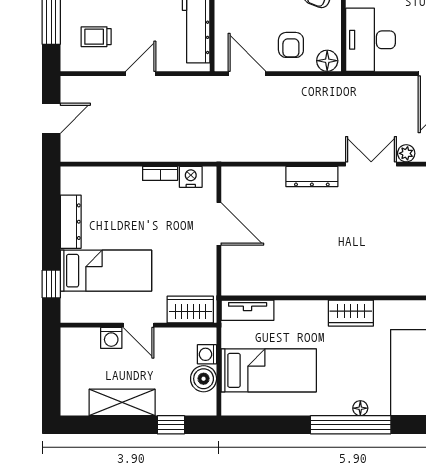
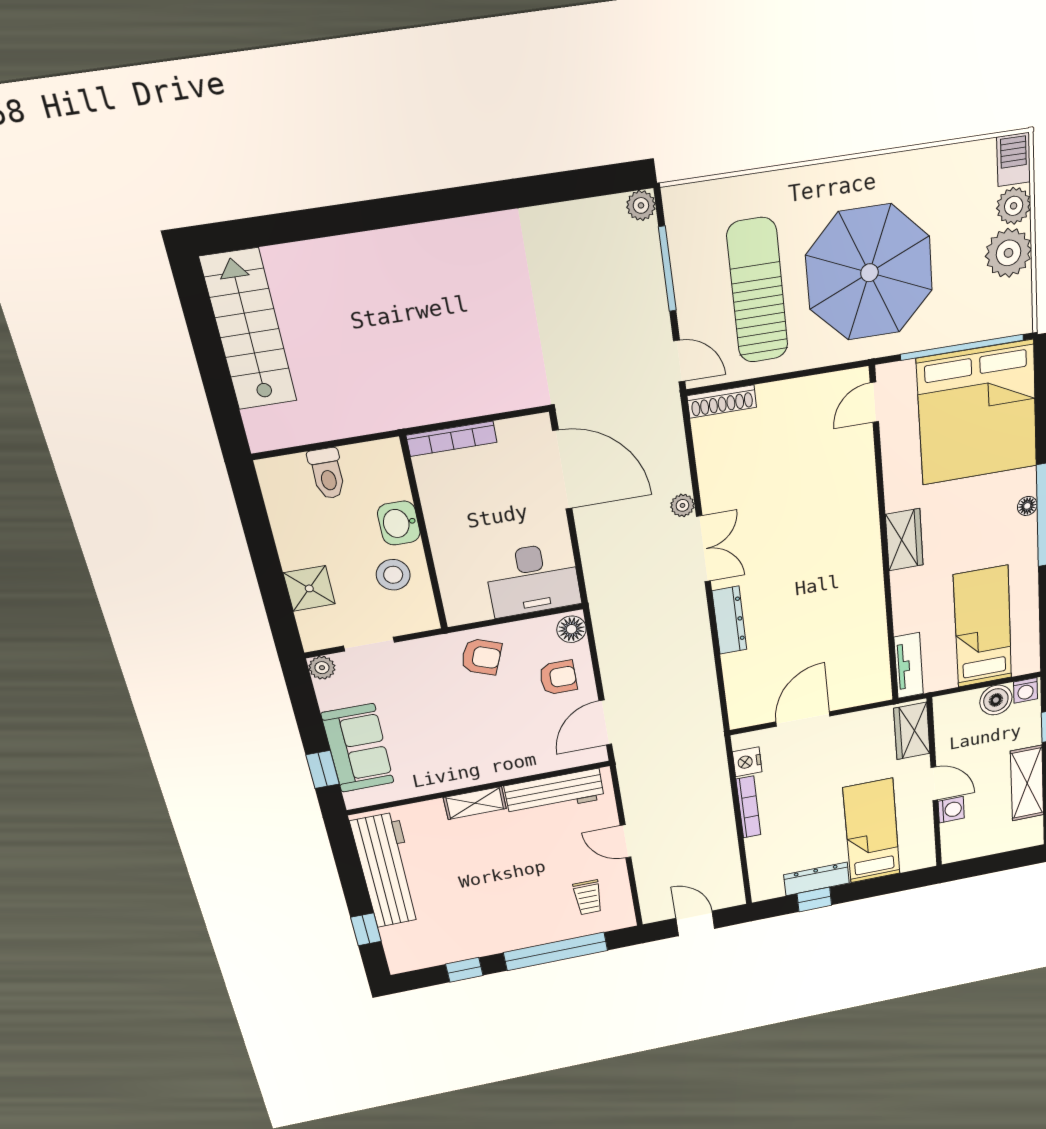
double door: (371, 164) -> (703, 549), swing flipped
bookcase: (160, 173) -> (748, 807), width x1.56
window: (51, 284) -> (814, 899), moved
door: (139, 325) -> (934, 784), hinge flipped
washing machine: (207, 354) -> (1025, 690), moved

